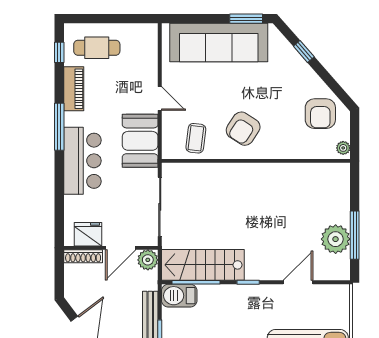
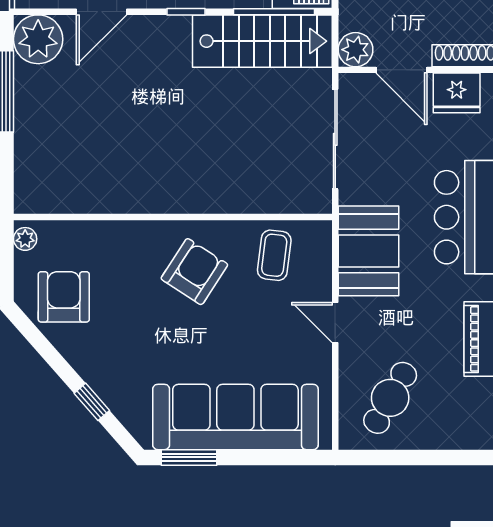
cafe table: (97, 48) -> (390, 398), moved, turned -60
plant: (336, 239) -> (38, 39), moved
door: (121, 248) -> (401, 70), swing flipped

